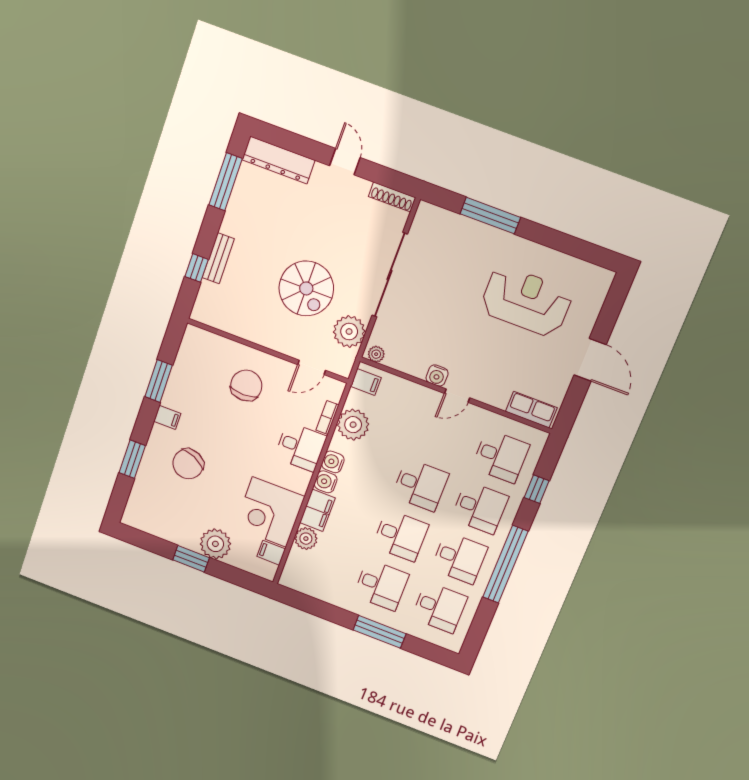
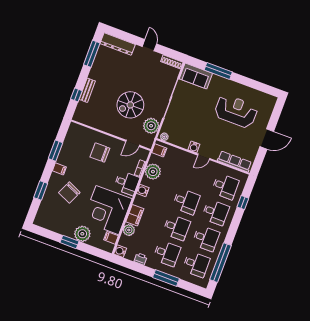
sofa: (443, 227) -> (196, 76), added
spiral stairs: (306, 288) -> (130, 105), turned 90
door: (590, 360) -> (267, 139), hinge flipped
chair: (246, 386) -> (100, 153), turned -90
row of seats: (531, 410) -> (235, 161), width x1.48
water cooler: (326, 482) -> (120, 251), moved
corner desk: (269, 512) -> (107, 210), width x1.36, depth x1.36
window: (505, 564) -> (221, 263), moved
printer: (329, 594) -> (140, 259), added

